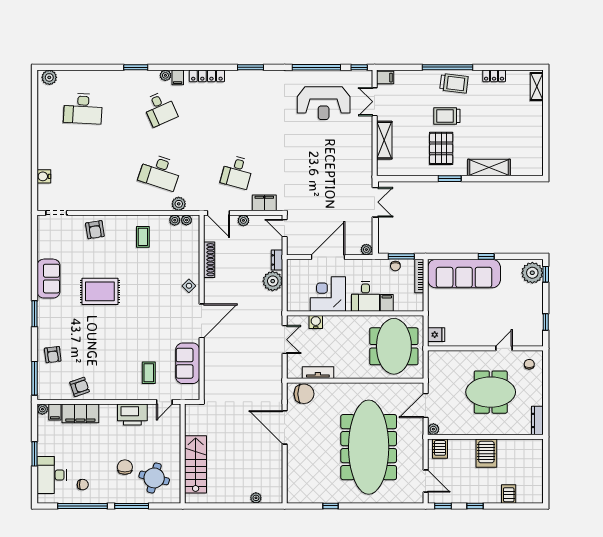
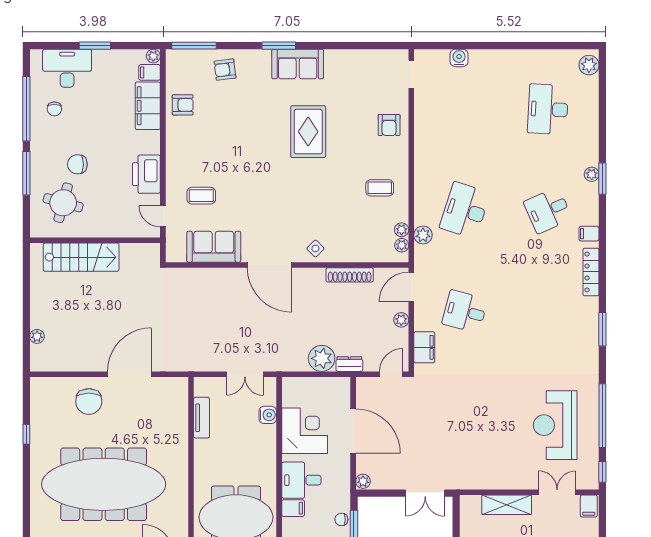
plant: (165, 75) -> (592, 174), moved
armchair: (95, 230) -> (389, 125), turned -81
sofa: (48, 279) -> (298, 64), moved
armchair: (80, 387) -> (183, 105), turned -71
chair: (304, 394) -> (89, 402), moved
chair: (125, 467) -> (77, 164), turned 180

